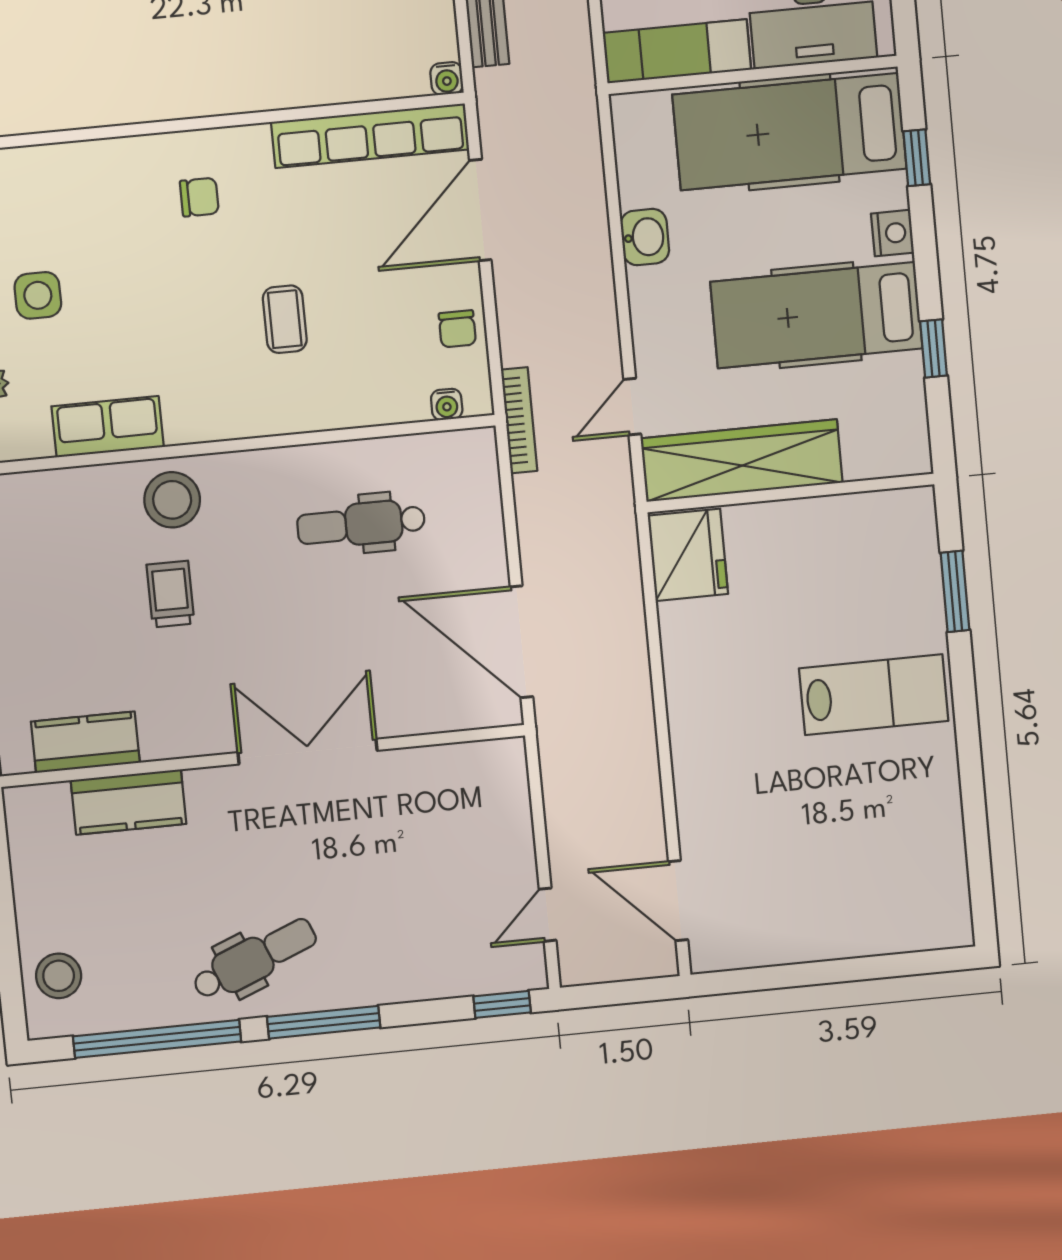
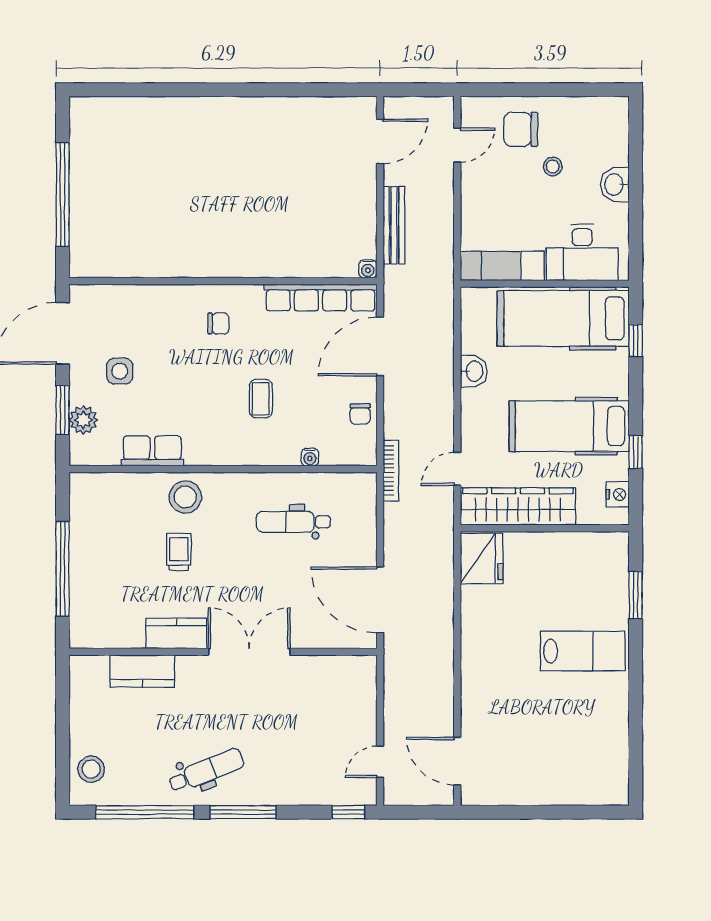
nightstand: (893, 233) -> (618, 494), moved
water cooler: (447, 404) -> (310, 457), moved
kitchen counter: (85, 742) -> (176, 633), moved

